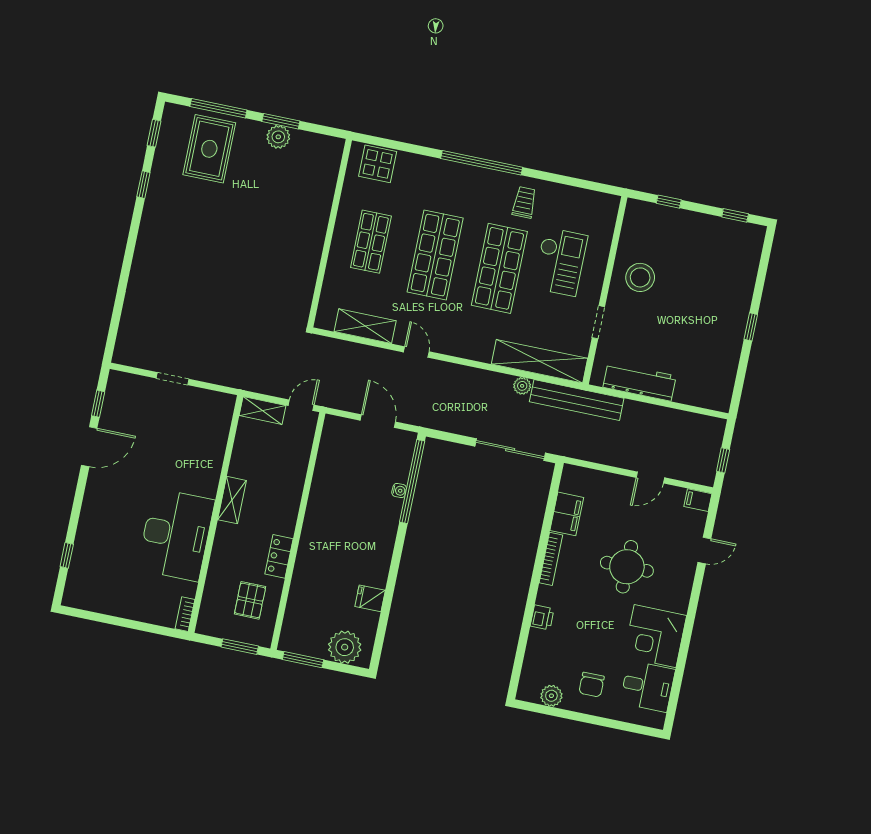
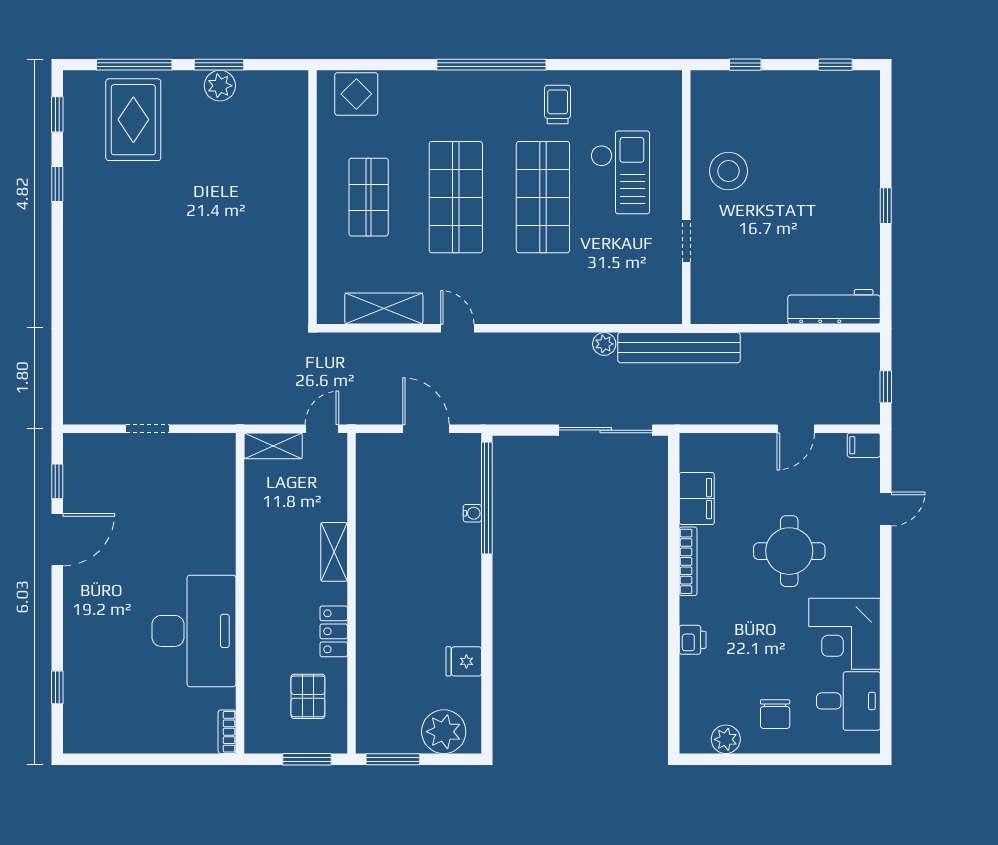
shelving: (540, 361) -> (620, 307), removed
workbench: (640, 382) -> (834, 307), moved
shelving: (232, 500) -> (334, 552), moved

